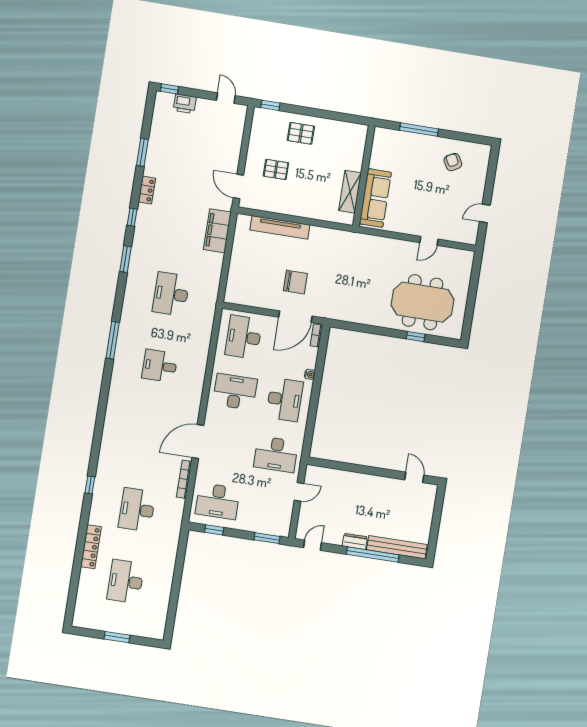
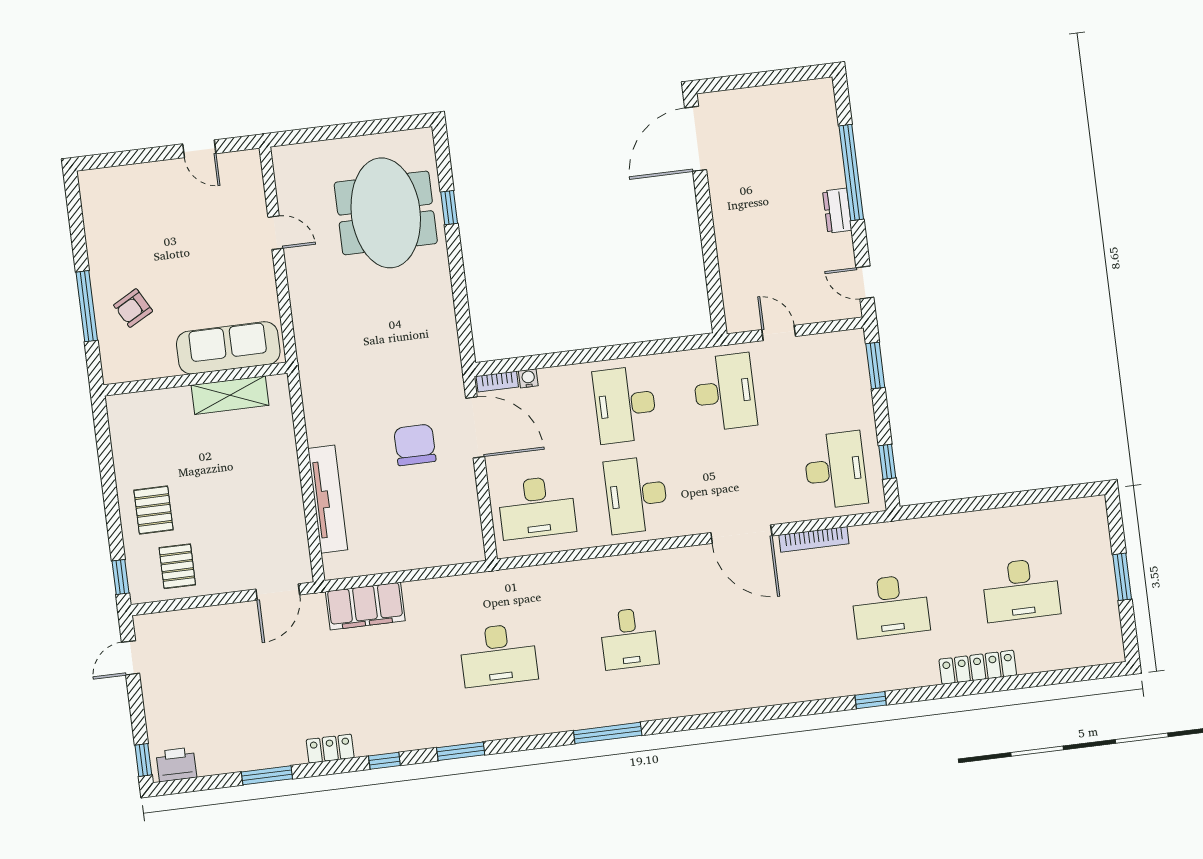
printer: (185, 104) -> (176, 764), moved, turned -90
armchair: (453, 162) -> (133, 308), moved
pallet: (276, 169) -> (177, 566), moved
water cooler: (310, 374) -> (528, 378), moved
desk: (285, 400) -> (625, 405), turned -90
door: (414, 477) -> (696, 139), width x1.88
bench: (397, 547) -> (826, 134), removed

